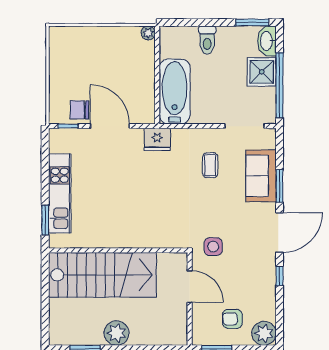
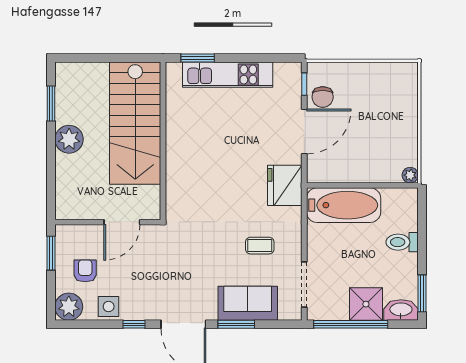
chair: (79, 110) -> (323, 97), turned 180
fridge: (157, 139) -> (285, 185), width x1.36, depth x1.34
side table: (213, 247) -> (109, 307), moved

